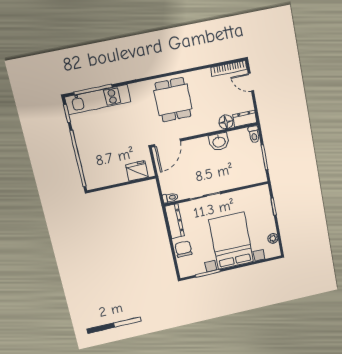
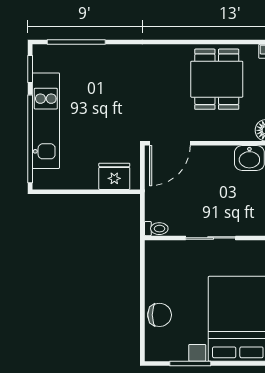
kitchen unit: (98, 99) -> (46, 121), moved, turned -90
dining table: (173, 100) -> (217, 79), moved
dresser: (175, 221) -> (155, 267), removed
chair: (183, 249) -> (160, 315), turned 90

